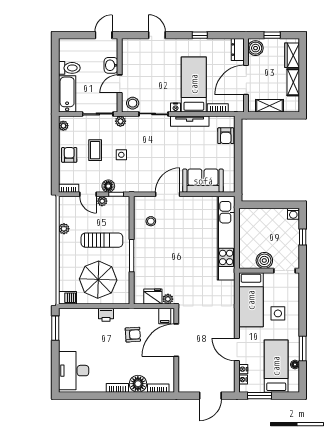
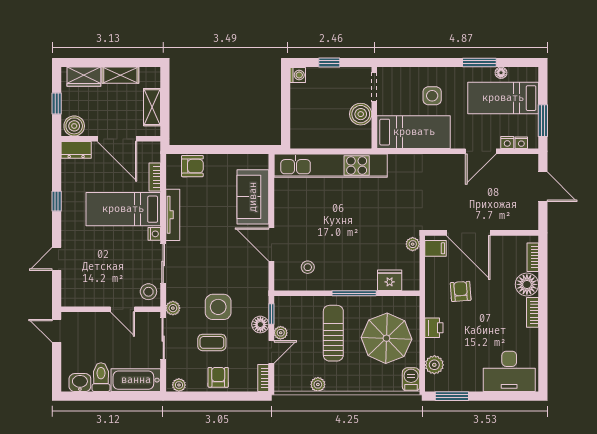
washbasin: (111, 65) -> (80, 383), moved, turned 180
armchair: (69, 155) -> (218, 377), turned 90
side table: (121, 155) -> (218, 307), width x1.87, depth x1.87
fridge: (153, 296) -> (390, 280), moved, turned 90
plant: (78, 315) -> (434, 365), added

